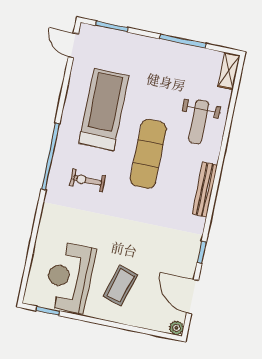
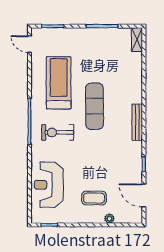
weight bench: (199, 122) -> (124, 78), removed
exercise bike: (87, 181) -> (58, 132), width x1.38, depth x1.39
reception desk: (69, 277) -> (49, 185), moved
coffee table: (120, 286) -> (94, 198), turned 73
plant: (176, 328) -> (109, 219), moved

